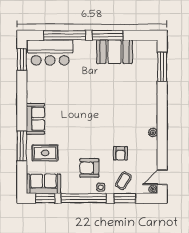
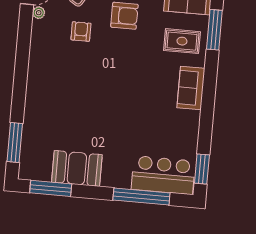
window: (108, 35) -> (51, 188), moved
plant: (153, 133) -> (39, 13), moved
window: (22, 146) -> (214, 30), moved

